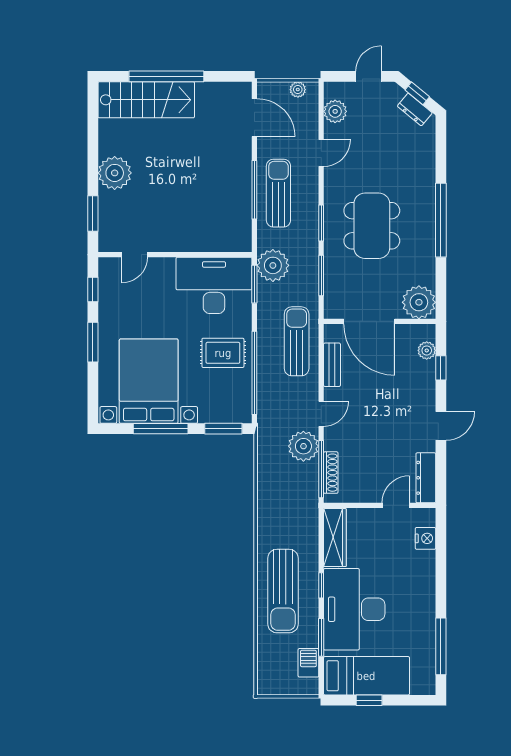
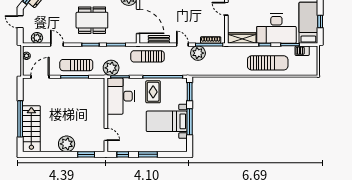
door: (369, 321) -> (138, 21), hinge flipped
bed with nightstands: (149, 381) -> (167, 121), width x0.73

